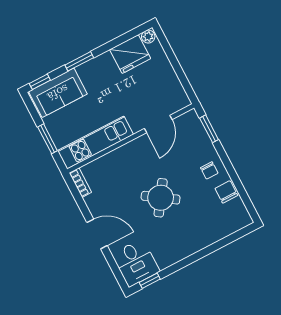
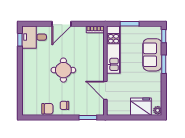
fridge: (130, 54) -> (141, 107), moved, turned 90
sofa: (58, 93) -> (152, 55), moved
round table: (161, 198) -> (63, 70), turned -34

